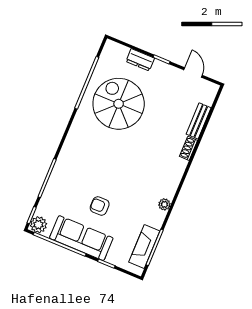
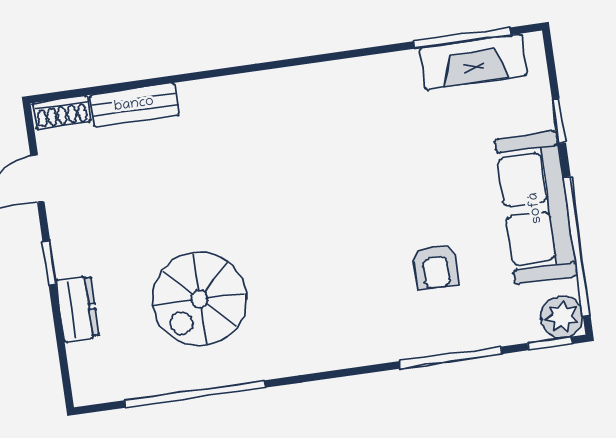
spiral stairs: (119, 104) -> (200, 299), width x0.73, depth x0.73
shoe rack: (188, 148) -> (62, 112), moved
plant: (164, 204) -> (357, 72), removed
armchair: (100, 206) -> (436, 267), moved

